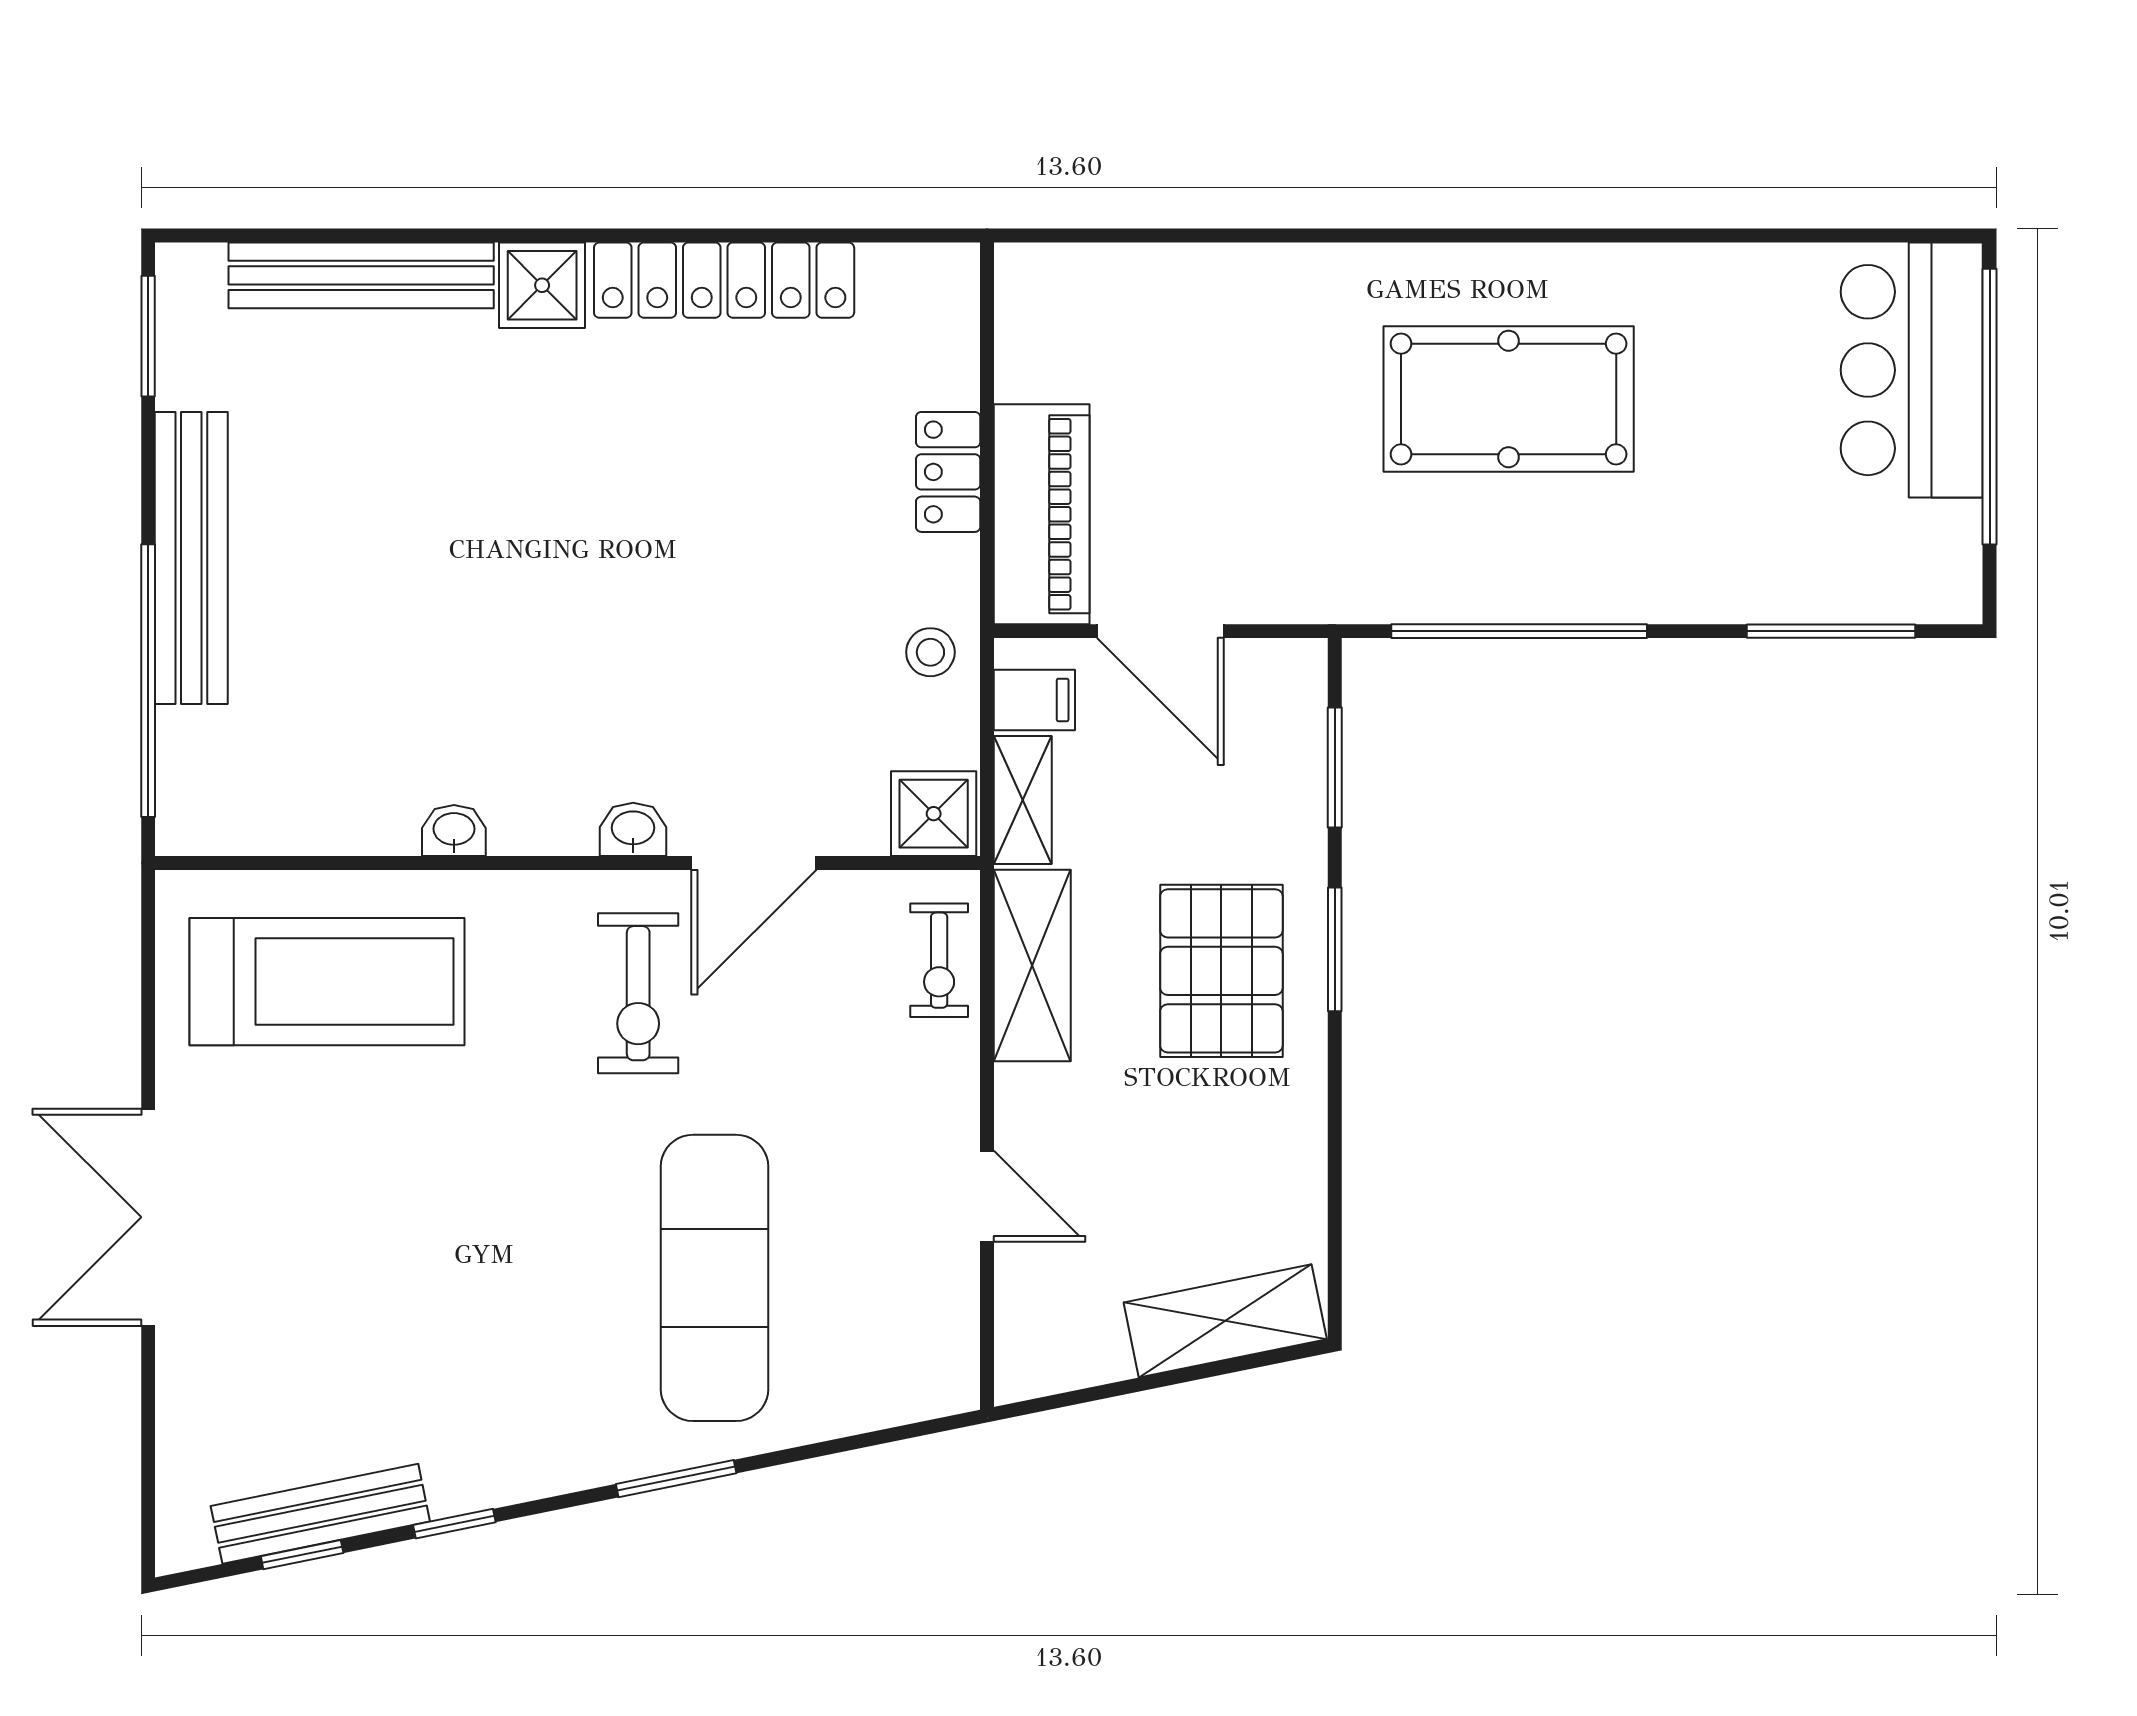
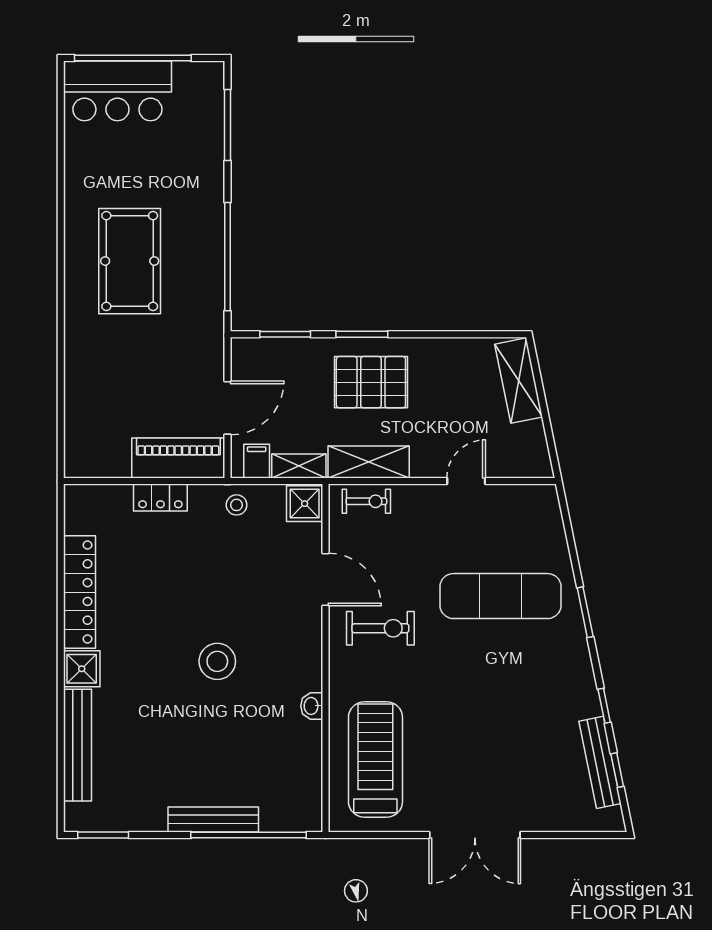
bench: (191, 558) -> (213, 819), width x0.73, depth x0.82
stool: (560, 607) -> (217, 661), added
washbasin: (633, 829) -> (311, 630), removed

